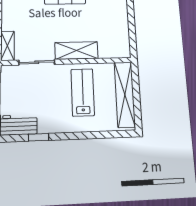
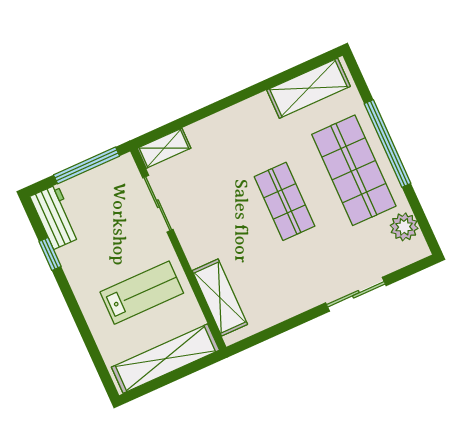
shelving: (76, 51) -> (220, 298), moved

